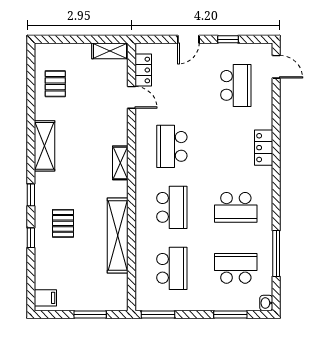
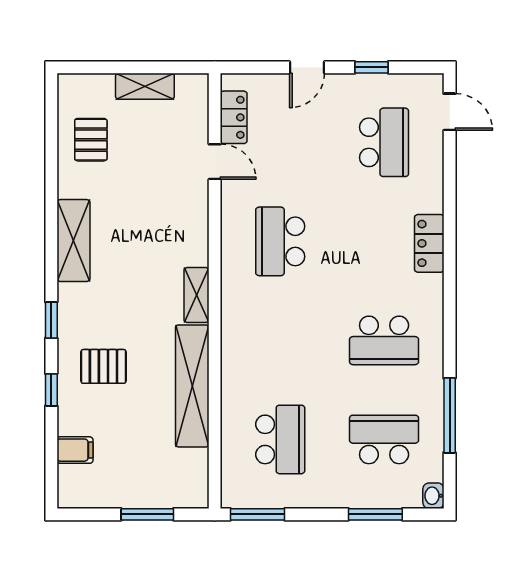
shelving: (110, 51) -> (145, 86), moved
shelving: (120, 163) -> (196, 295), moved
school desk: (172, 207) -> (280, 340), removed
pallet: (63, 223) -> (103, 366), turned 90
filing cabinet: (45, 298) -> (75, 450), moved

